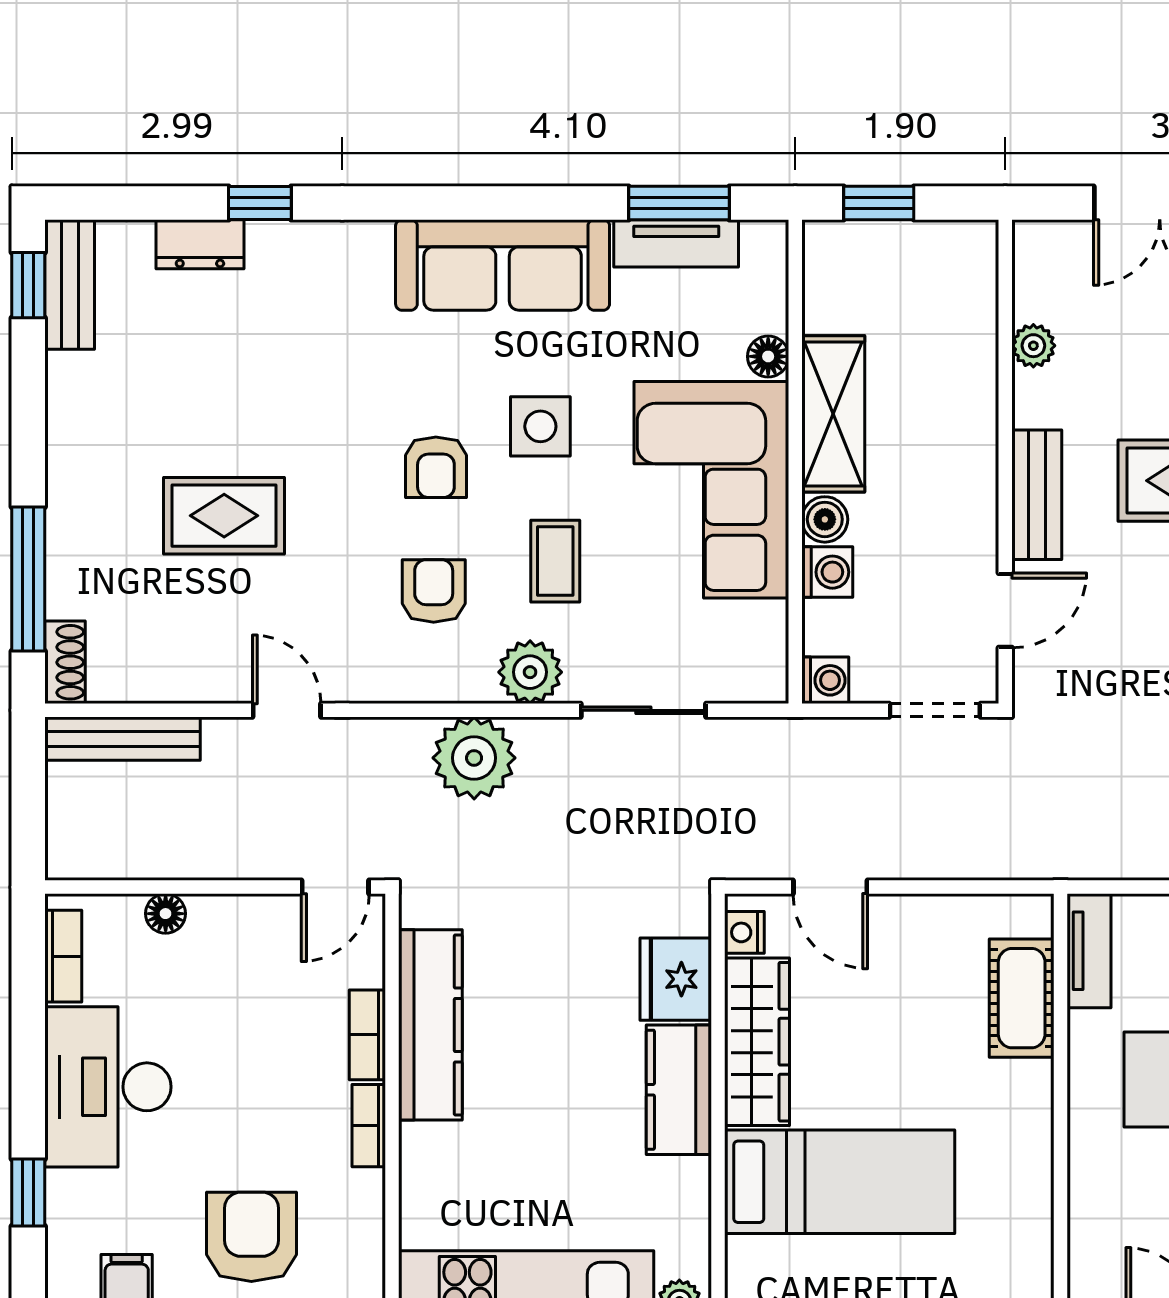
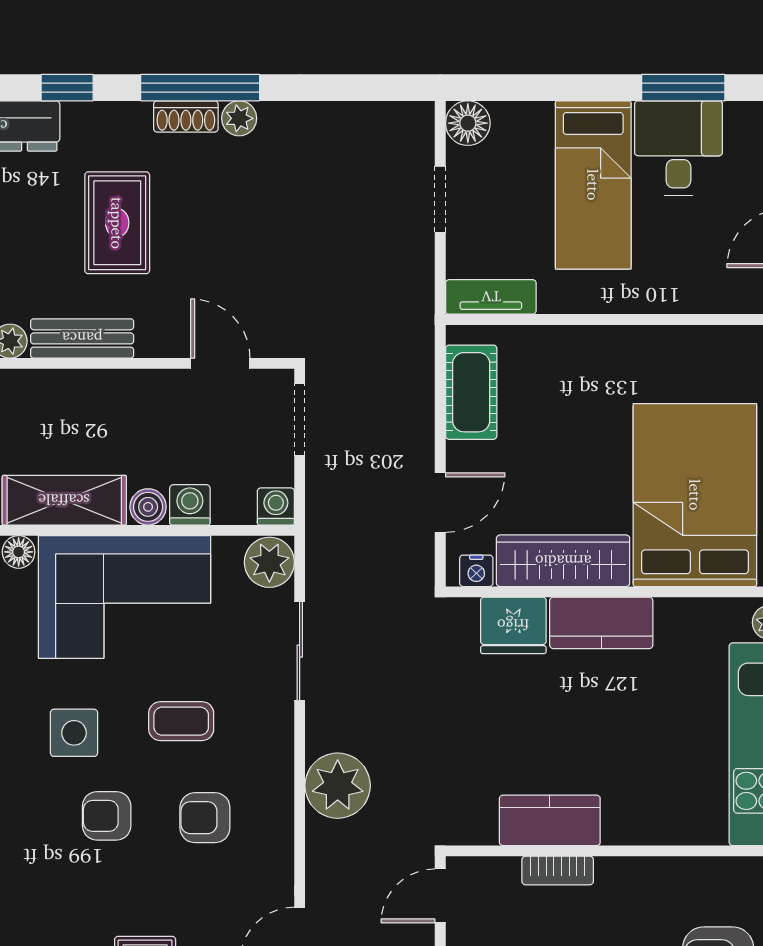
armchair: (436, 467) -> (107, 816), turned 180
bench: (1037, 495) -> (82, 338), moved
plant: (530, 672) -> (269, 562), moved
door: (335, 887) -> (440, 896), swing flipped
cot: (1022, 998) -> (471, 392), moved, turned 90
kitchen counter: (430, 1025) -> (550, 820), width x0.67
bookcase: (369, 1126) -> (630, 869), removed
bed: (840, 1182) -> (695, 495), width x1.50

